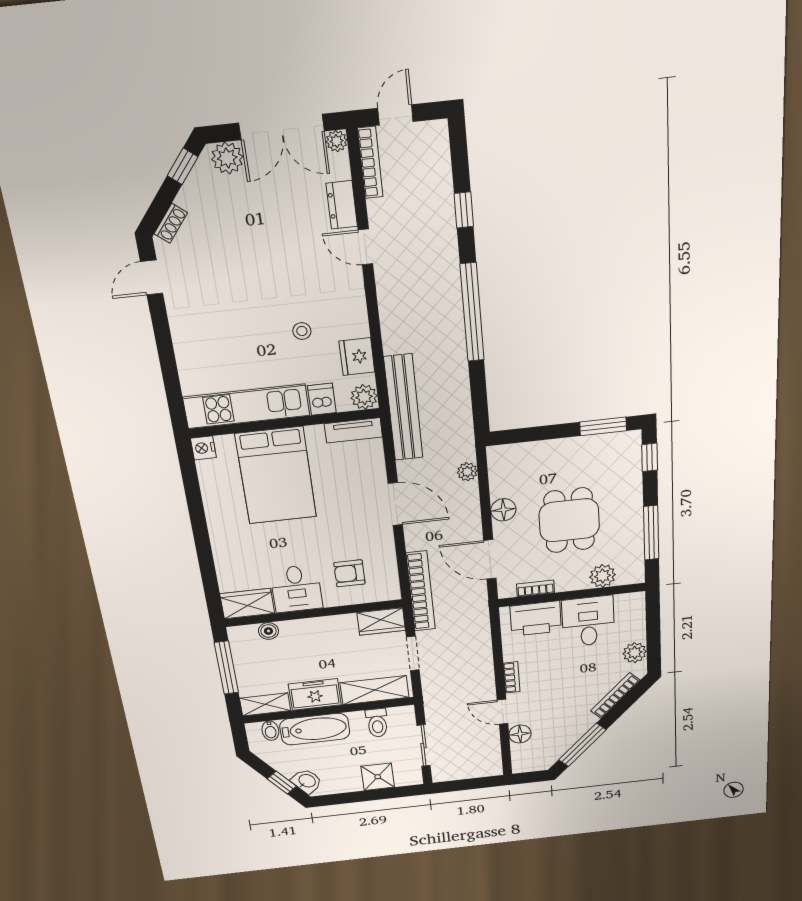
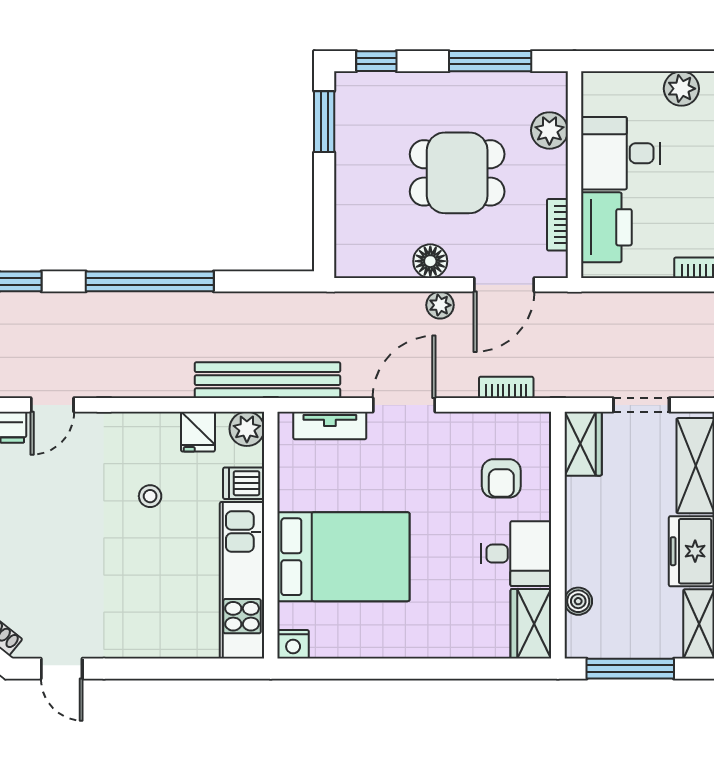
fridge: (357, 357) -> (198, 432), width x0.72
tv unit: (353, 430) -> (330, 425), moved, turned 90
plant: (467, 472) -> (440, 305), moved
bookcase: (421, 591) -> (506, 387), width x0.43, depth x0.76

